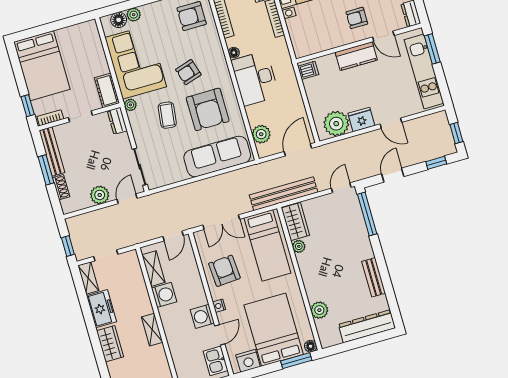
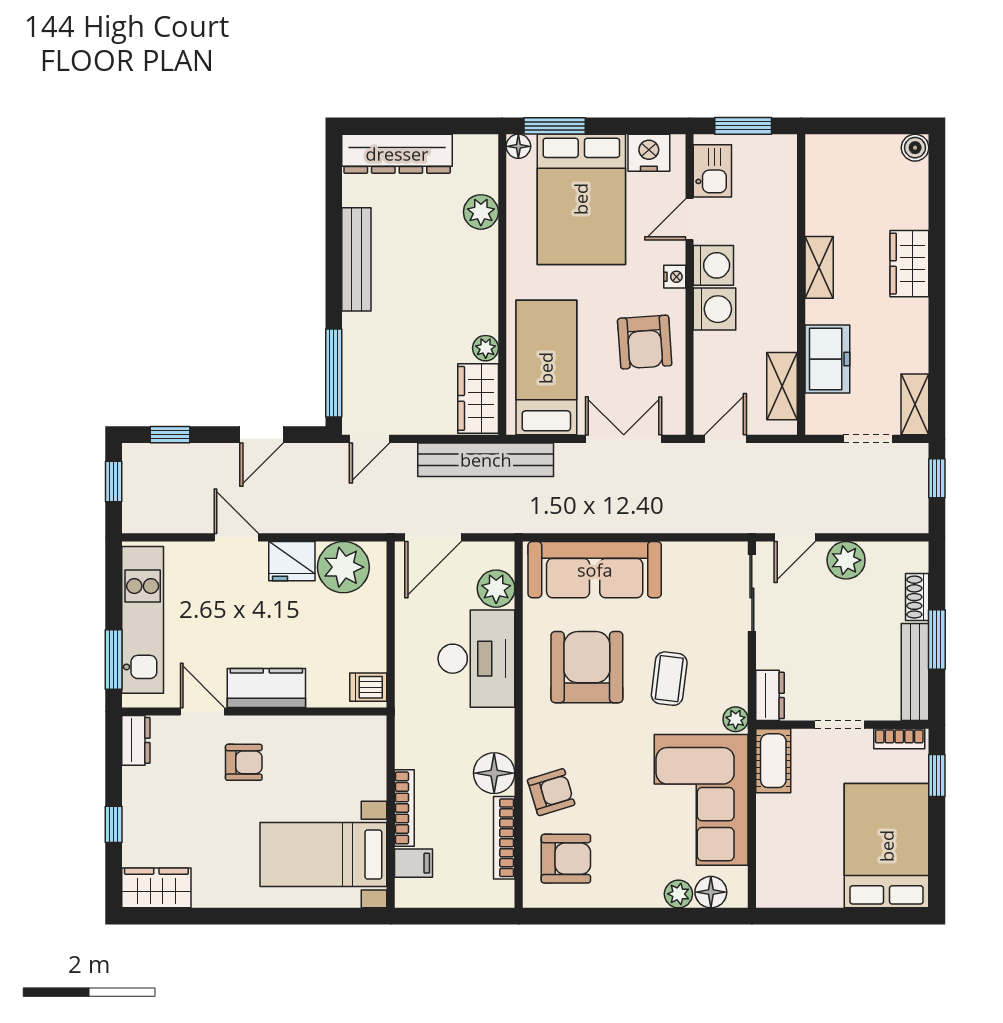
floor lamp: (234, 53) -> (494, 773), width x1.89, depth x1.89
armchair: (188, 72) -> (551, 792), moved
desk: (255, 78) -> (476, 659), moved
bench: (374, 277) -> (356, 259), width x1.36
washing machine: (164, 295) -> (715, 309), moved, turned 180
freezer: (101, 309) -> (827, 359), moved, turned 180

